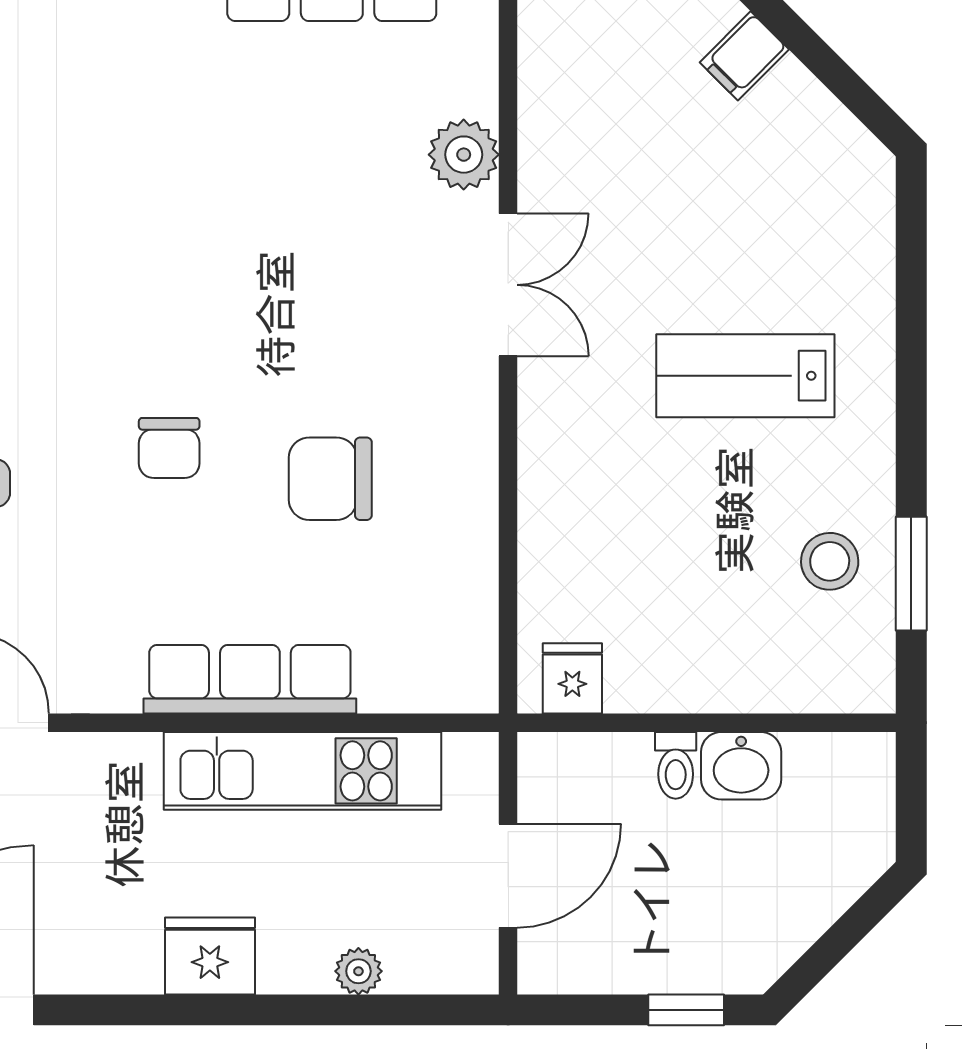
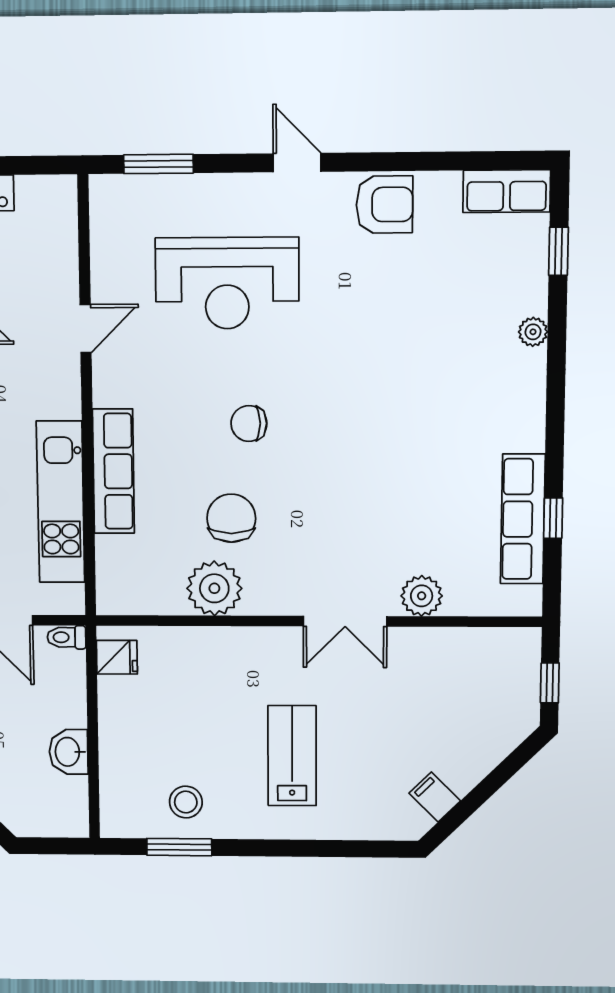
filing cabinet: (744, 56) -> (435, 797), moved
plant: (451, 509) -> (214, 588), added
toilet: (676, 765) -> (66, 637), moved

